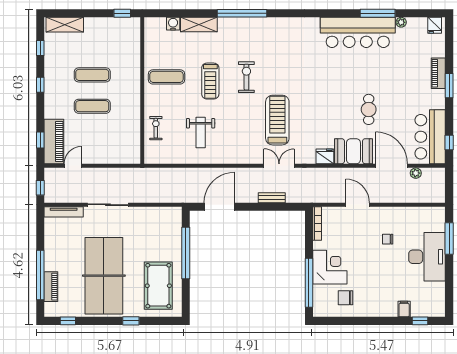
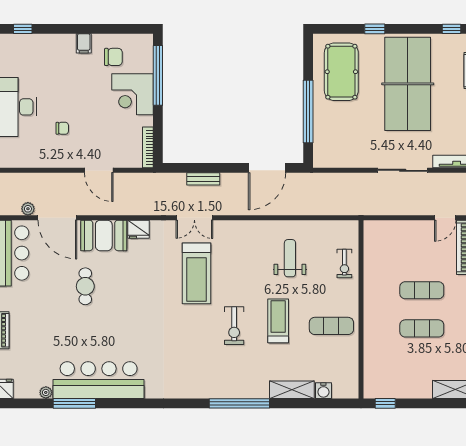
filing cabinet: (404, 309) -> (84, 43), moved

